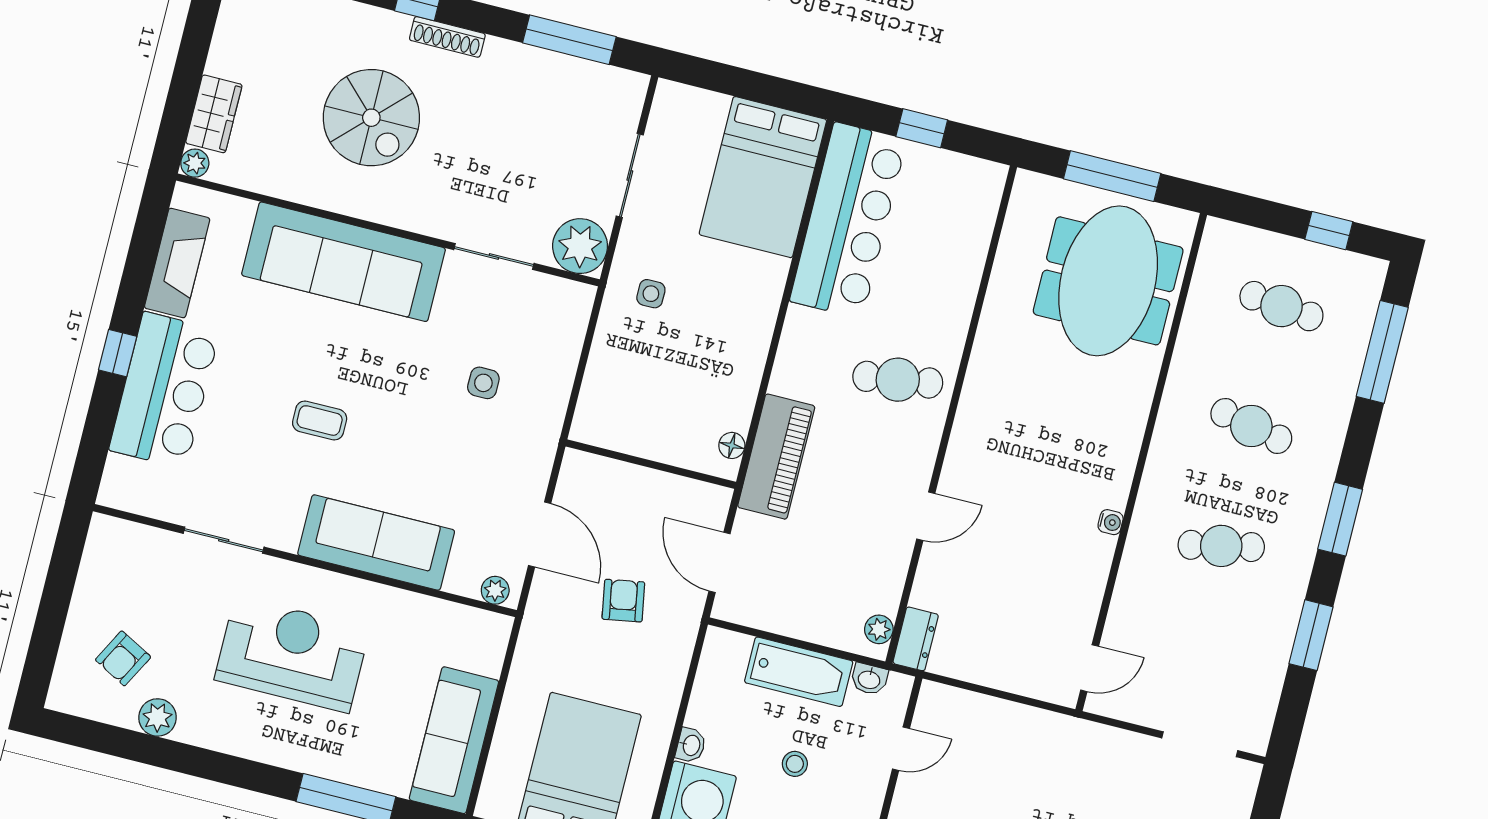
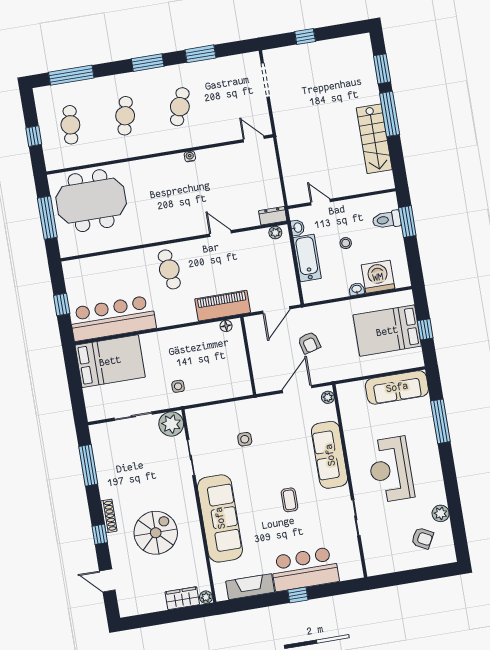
window: (1329, 231) -> (34, 136), moved
cafe table: (1221, 546) -> (180, 107), turned 33
armchair: (623, 601) -> (309, 343), turned -95

